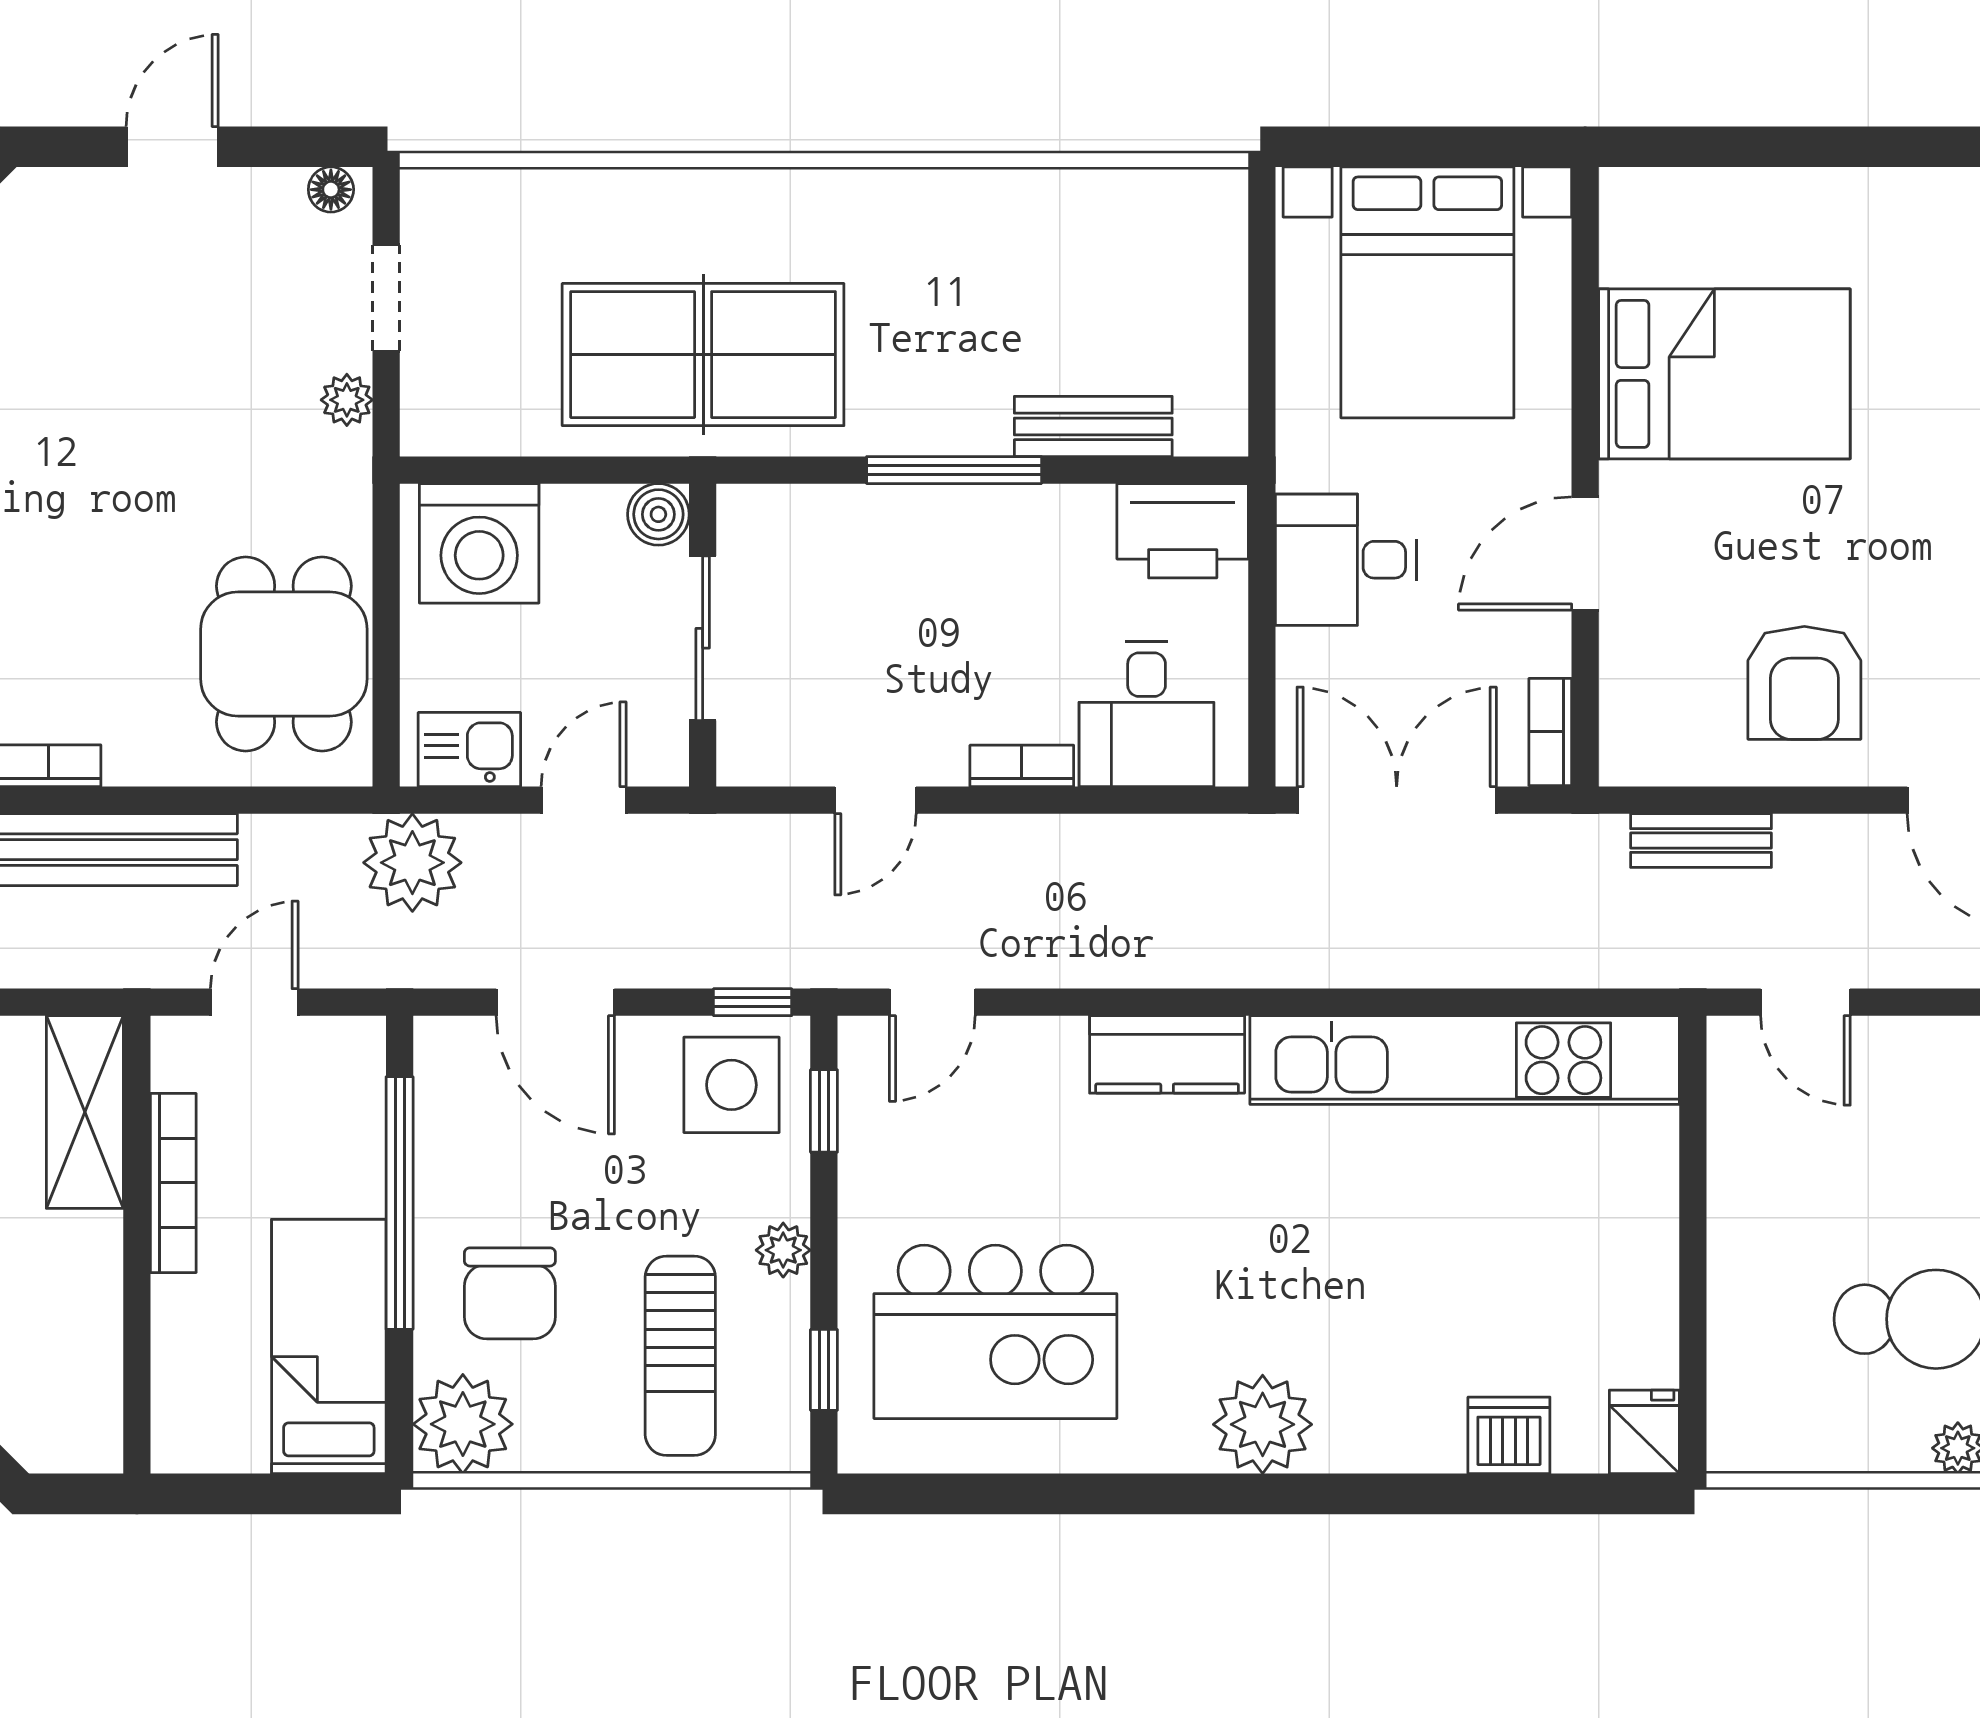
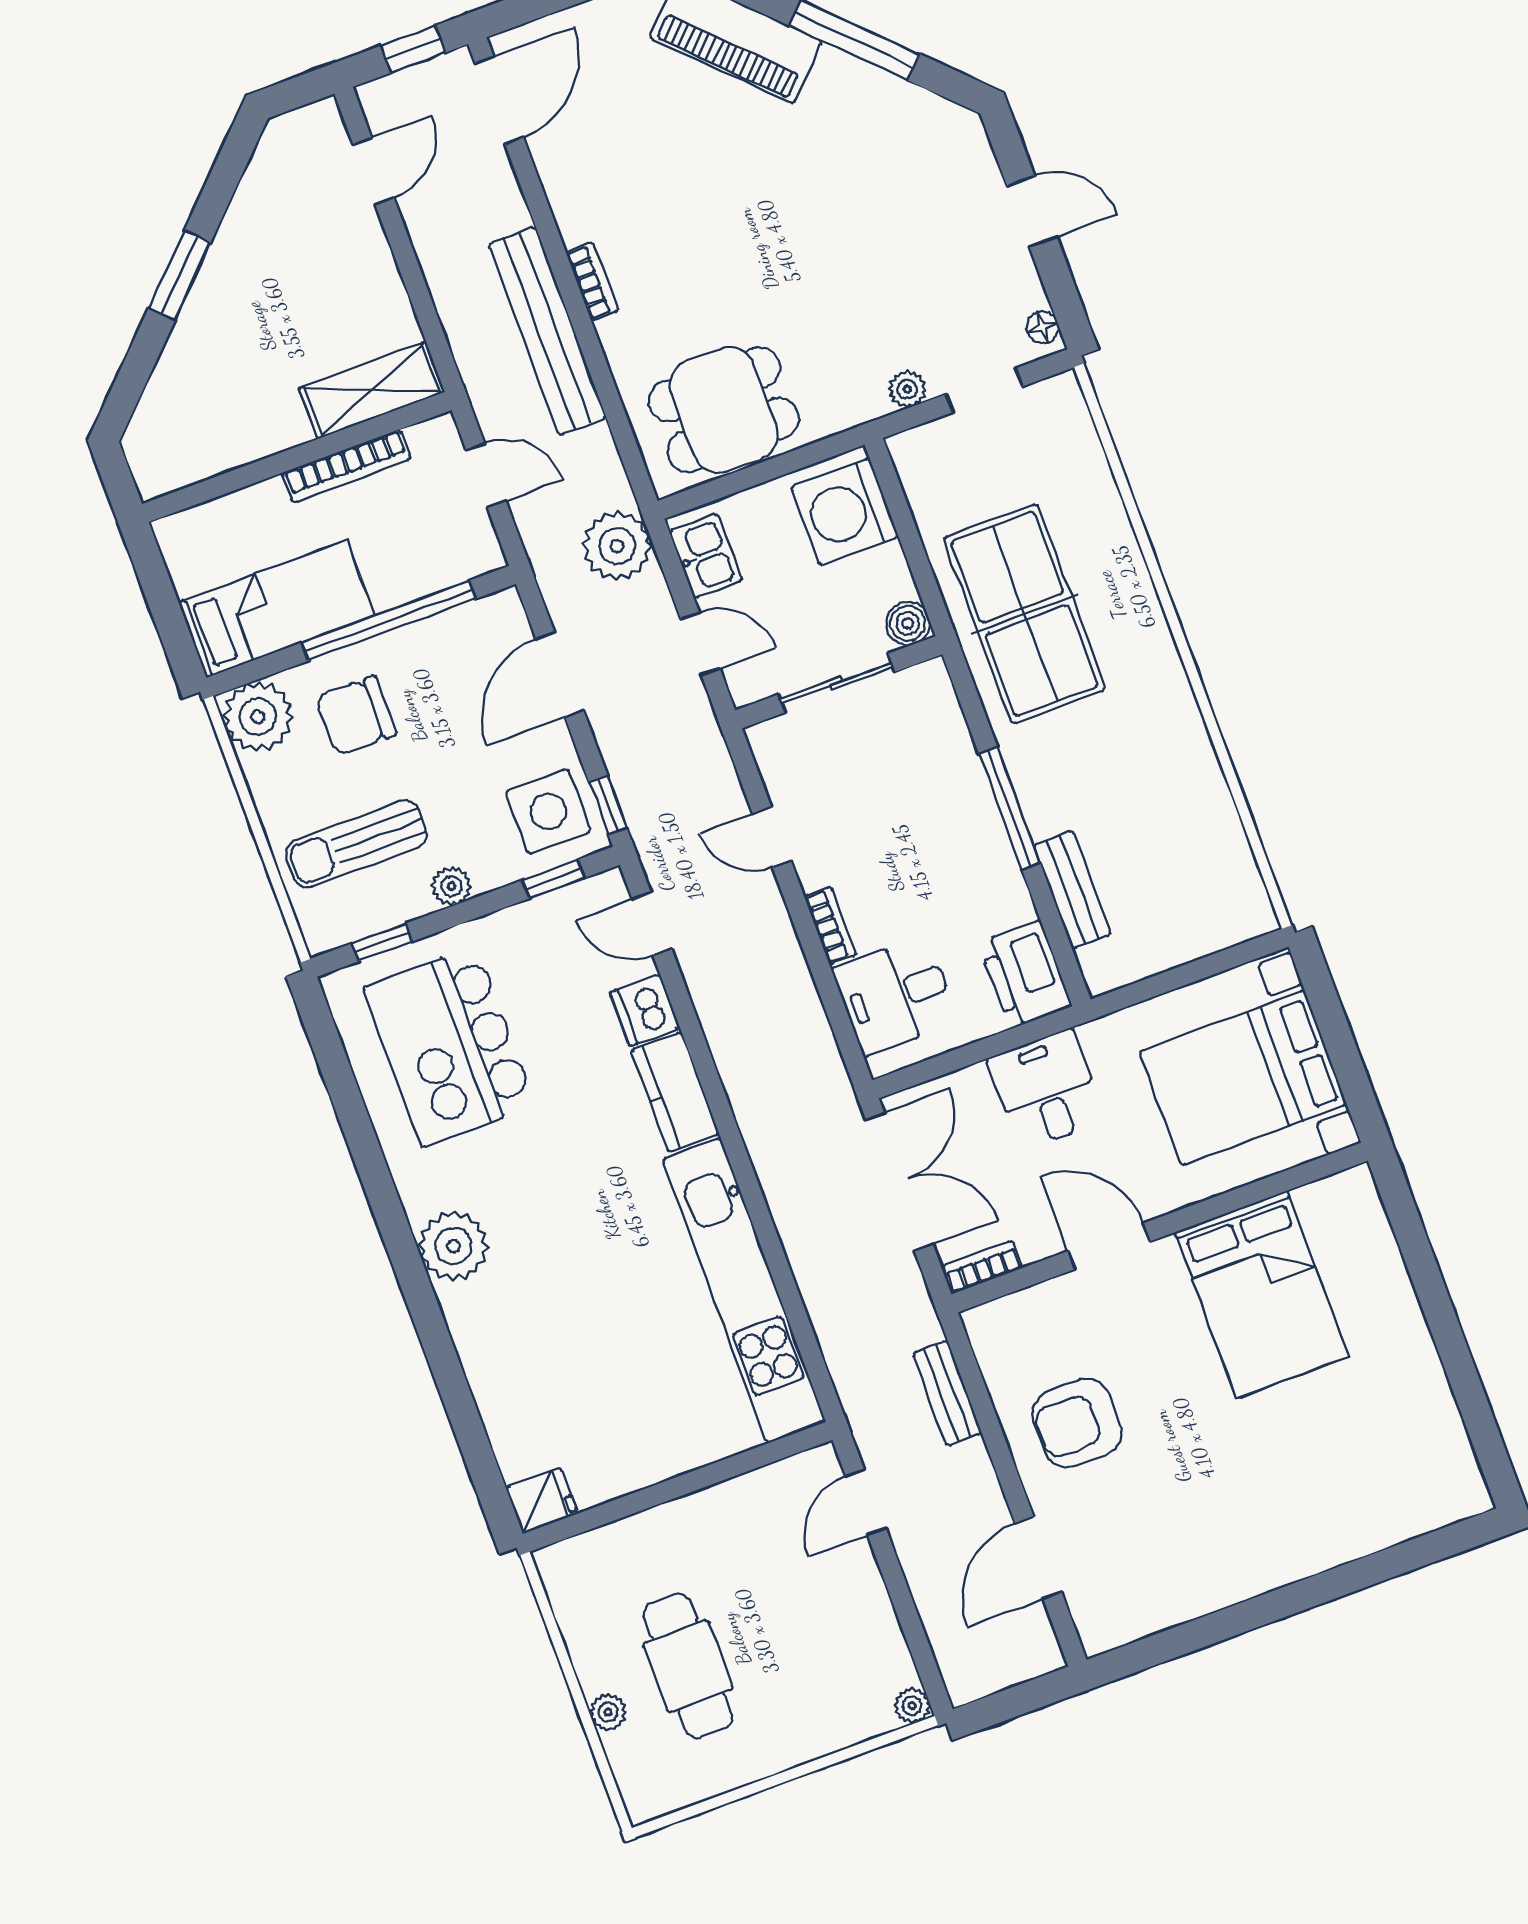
dishwasher: (1509, 1435) -> (645, 1010), moved, turned 180

